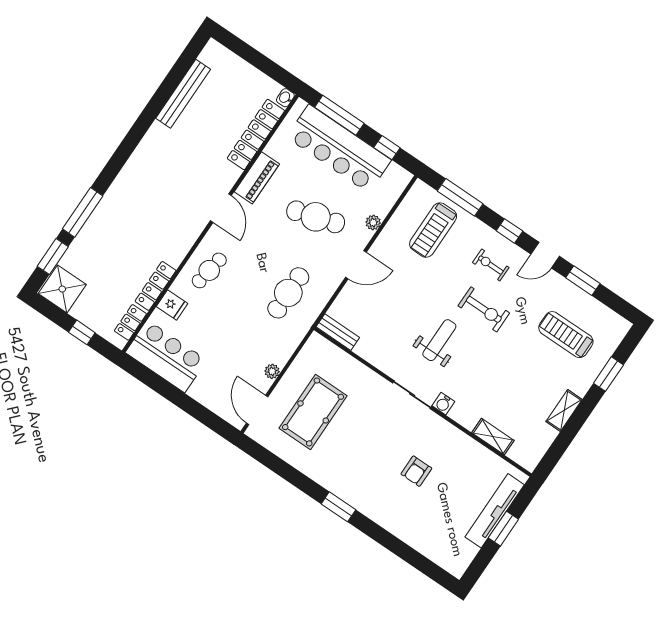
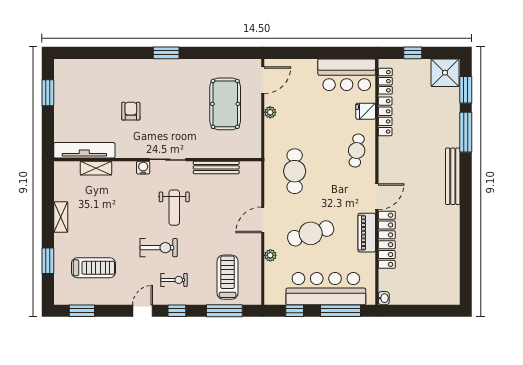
bench: (183, 94) -> (453, 176), moved
locker: (256, 135) -> (387, 240), moved
door: (221, 208) -> (377, 197), swing flipped
window: (583, 281) -> (82, 311), moved
exercise bike: (484, 309) -> (159, 248), turned 180
bench: (338, 332) -> (216, 167), moved, width x1.36
door: (257, 410) -> (263, 80), hinge flipped
tv unit: (495, 511) -> (84, 150), moved, turned -90
window: (503, 529) -> (48, 93), moved

